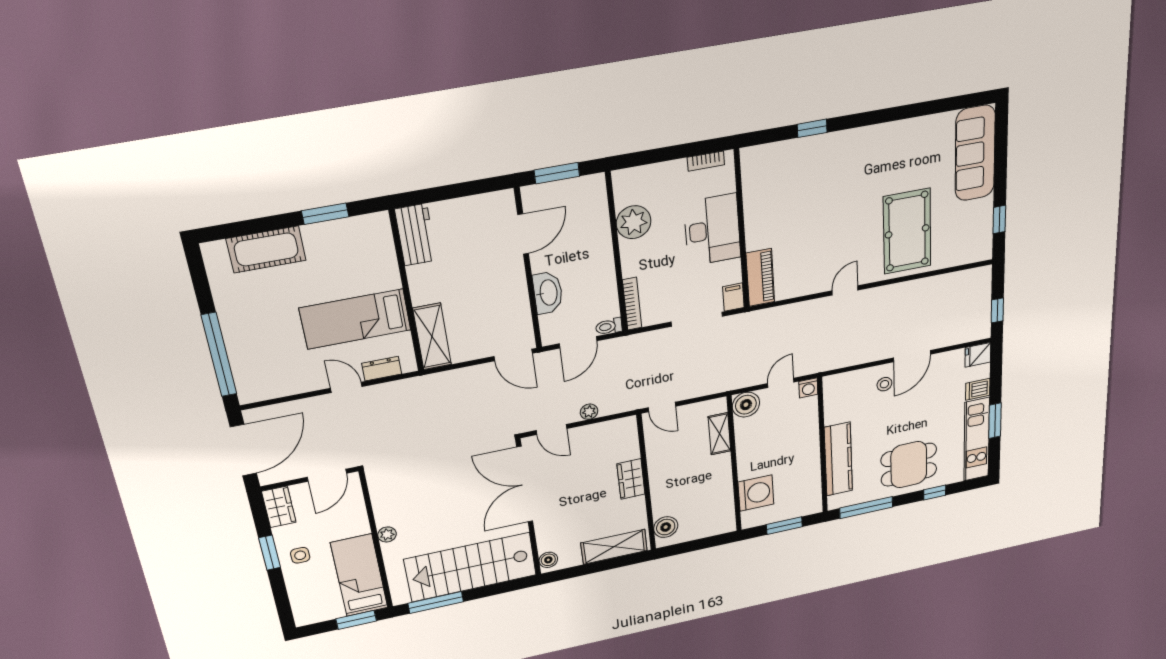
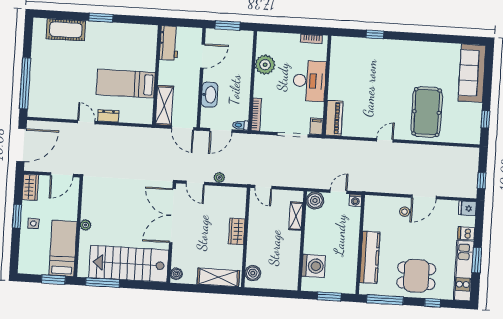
workbench: (416, 235) -> (169, 43), moved
wall: (407, 292) -> (157, 75), moved
bed: (355, 319) -> (126, 84), moved
shelving: (432, 337) -> (164, 105), moved

